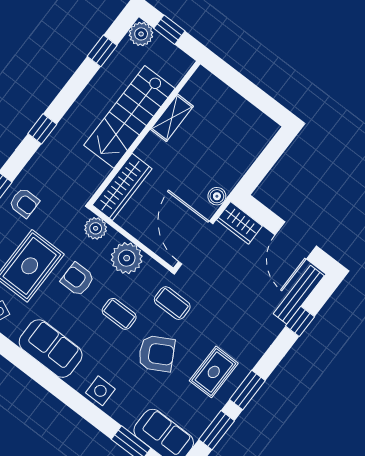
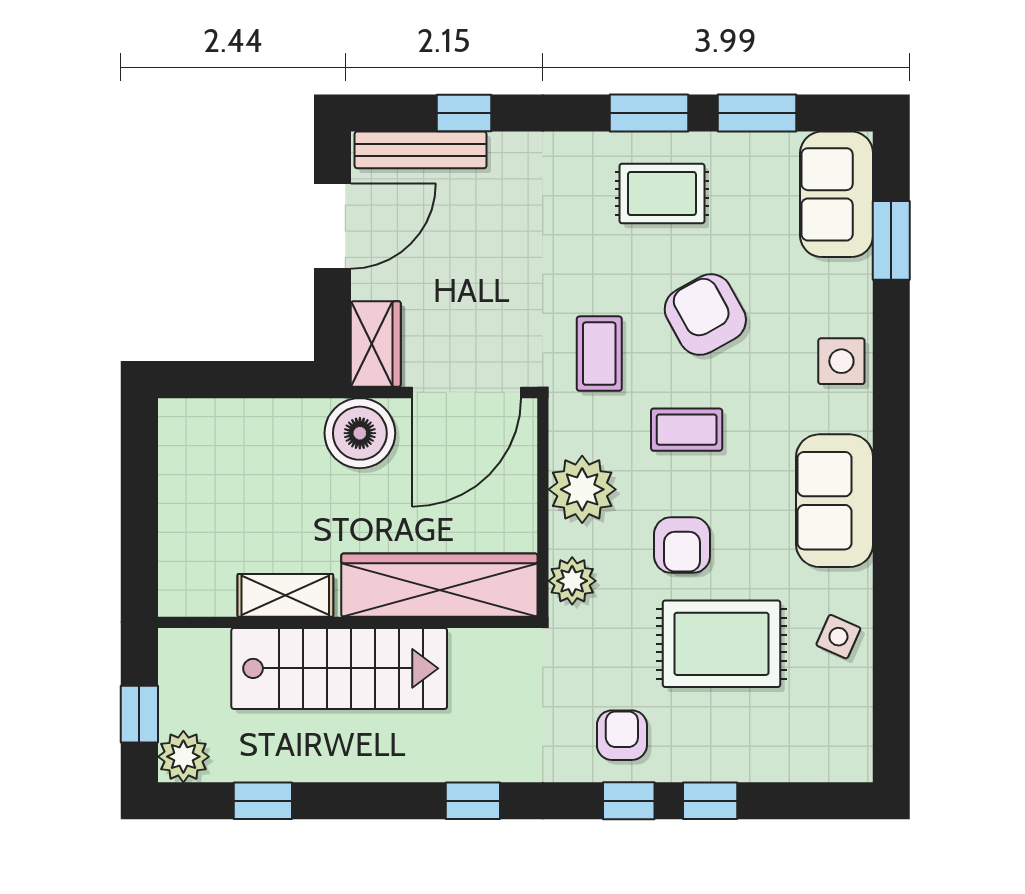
wardrobe: (122, 187) -> (439, 585), width x1.40, depth x1.17
boiler: (217, 196) -> (360, 433), width x1.86, depth x1.86
coffee table: (119, 314) -> (687, 430), turned 90

